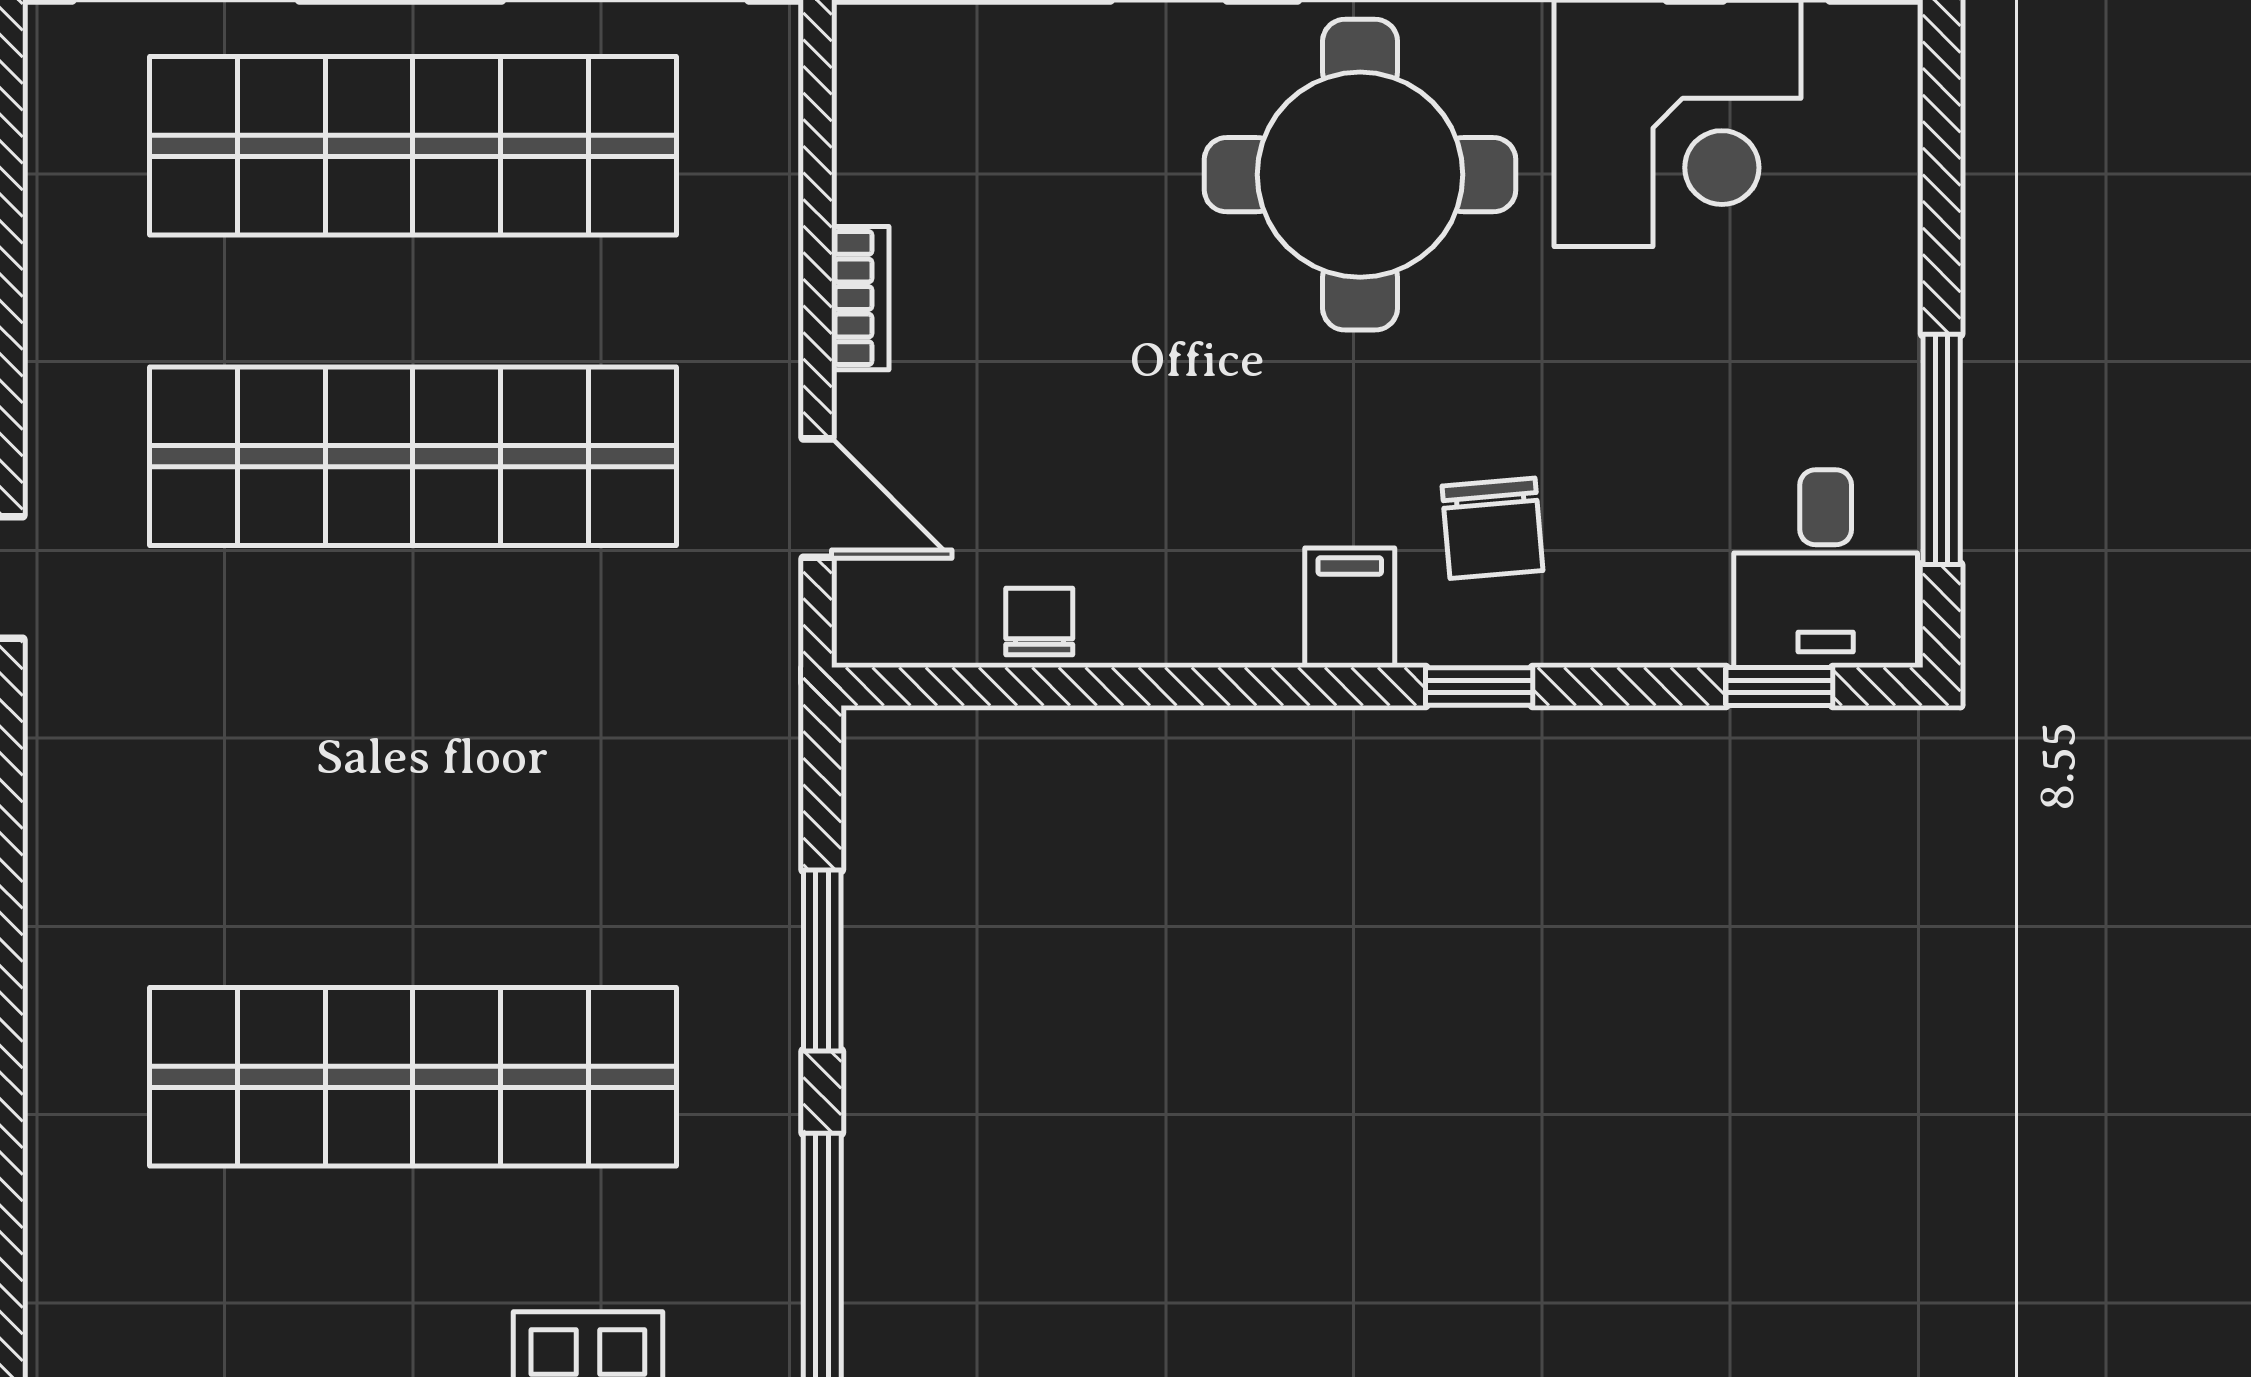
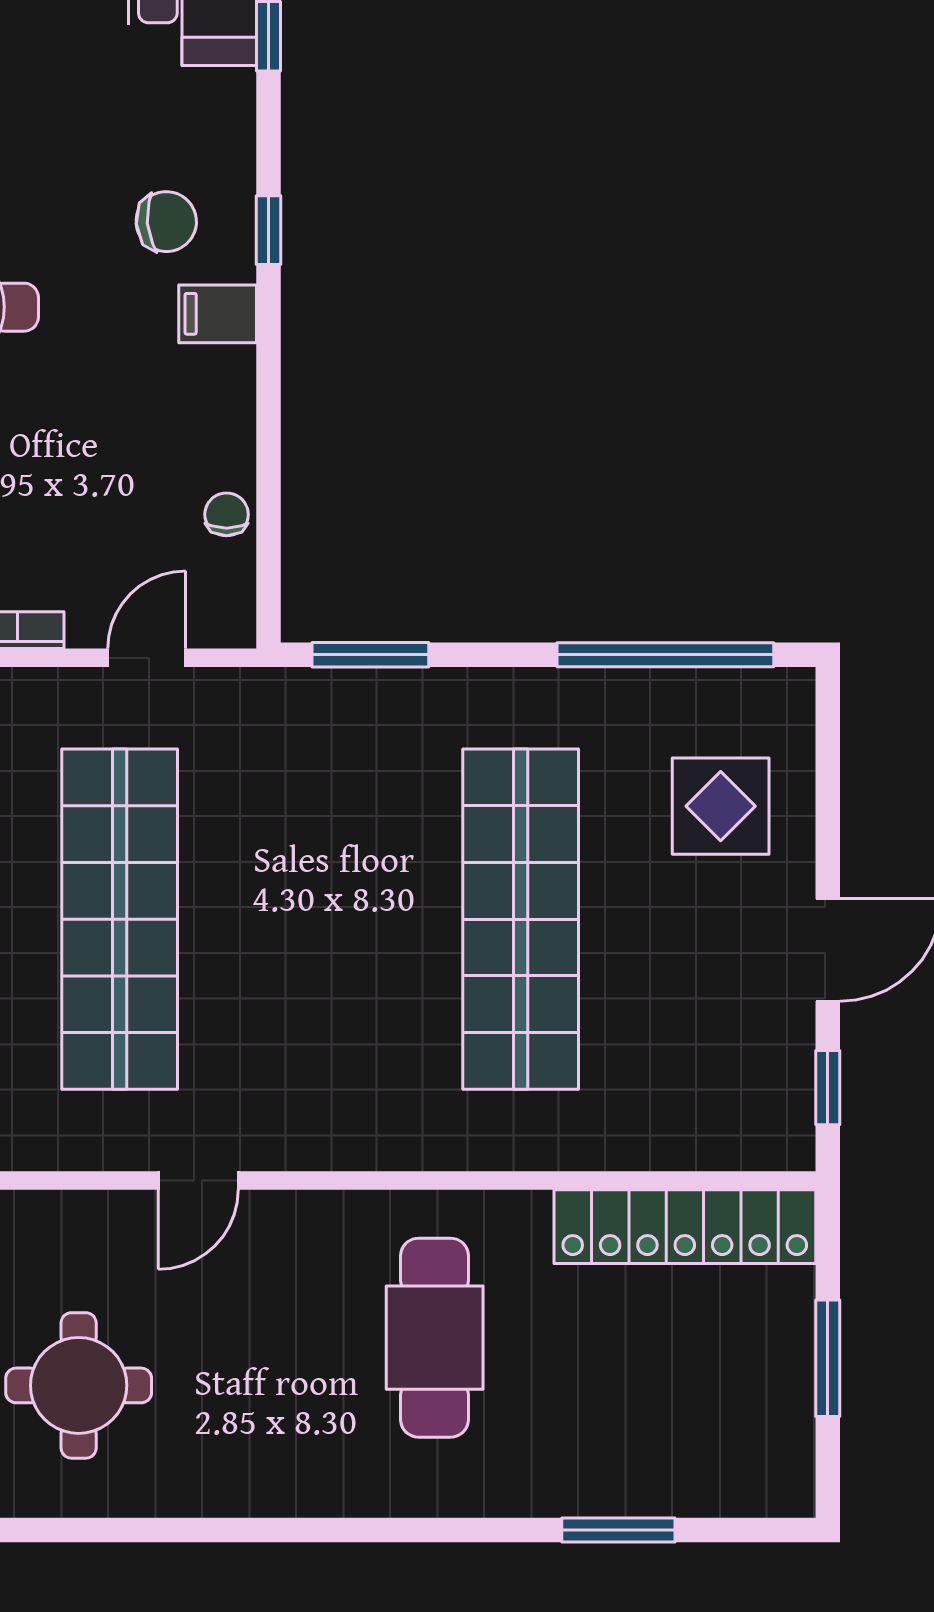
chair: (1039, 622) -> (227, 514), turned 90
window: (822, 960) -> (370, 655), moved

